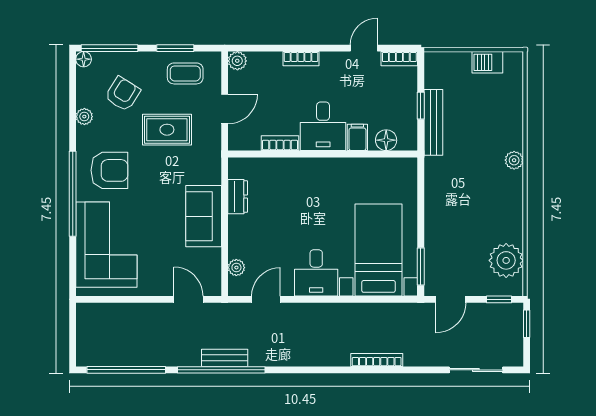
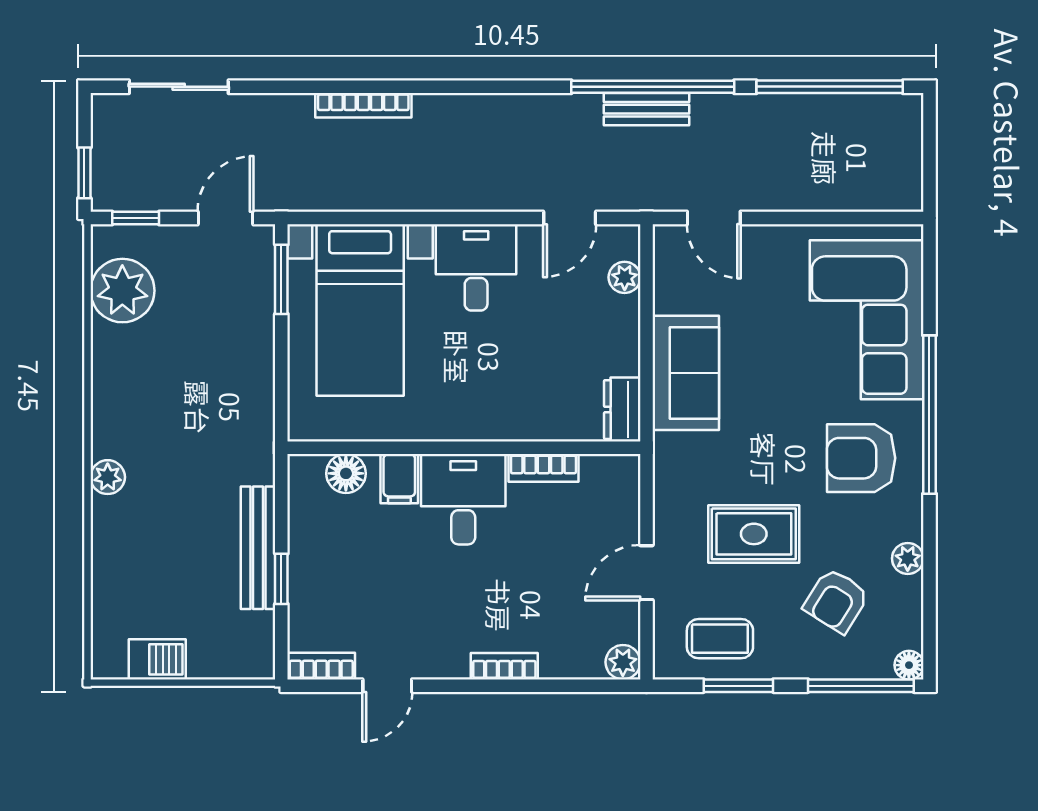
desk: (323, 126) -> (463, 499), moved
filing cabinet: (357, 137) -> (399, 479), moved
floor lamp: (386, 140) -> (346, 473), moved
bookcase: (280, 143) -> (543, 468), moved
wall: (323, 154) -> (464, 448), moved

